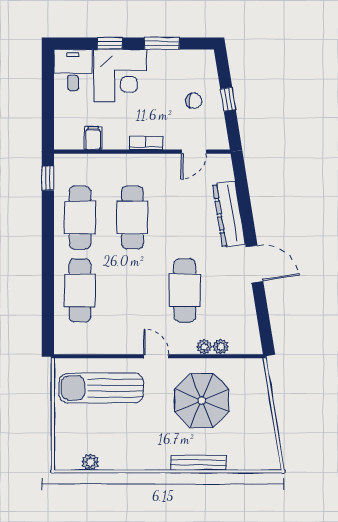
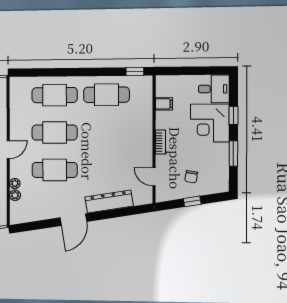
cafe table: (132, 218) -> (55, 133), moved

